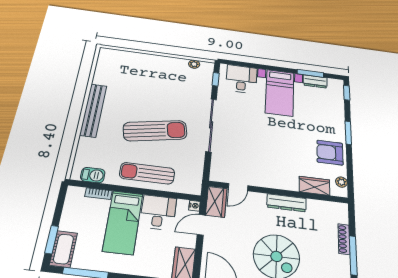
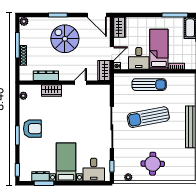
round table: (158, 75) -> (153, 164), added
armchair: (330, 153) -> (32, 129), moved
barbecue: (93, 175) -> (182, 78), removed
wardrobe: (314, 186) -> (52, 91), moved
door: (238, 187) -> (80, 83), moved
dresser: (286, 203) -> (46, 76), moved

